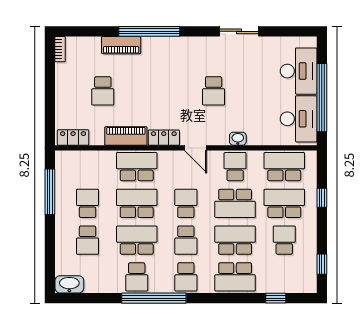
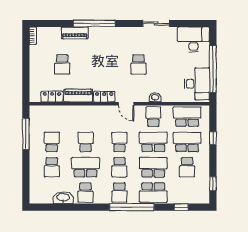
desk: (299, 71) -> (193, 40), moved, turned -90
locker: (73, 138) -> (52, 97), moved
school desk: (137, 167) -> (86, 117), removed
school desk: (137, 203) -> (86, 142), width x0.54
school desk: (235, 203) -> (153, 142), turned 180
school desk: (284, 240) -> (187, 167), turned 180
washbasin: (69, 284) -> (63, 198), moved
window: (154, 298) -> (132, 207), moved

